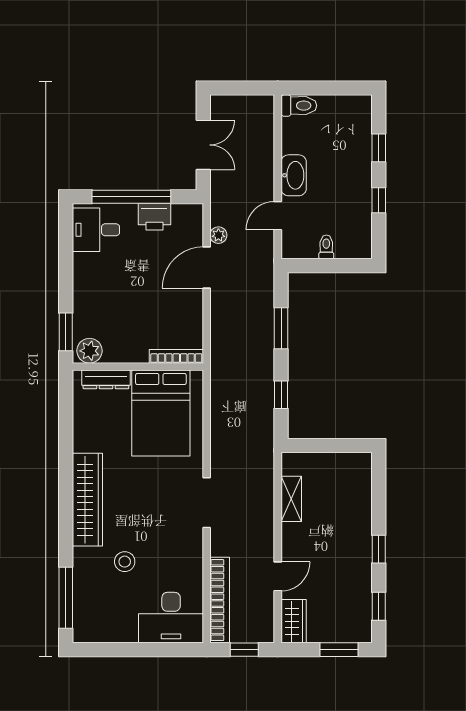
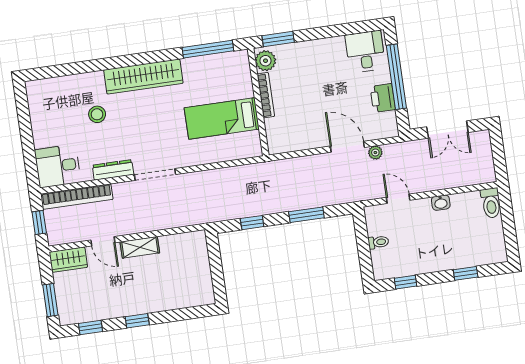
washbasin: (294, 175) -> (441, 203), width x0.52, depth x0.69
window: (379, 200) -> (405, 282), moved
bookcase: (176, 356) -> (266, 95), moved
dresser: (106, 379) -> (113, 170), moved, turned 90
bed: (161, 413) -> (222, 119), width x0.67
shelving: (291, 499) -> (140, 247), moved
window: (66, 598) -> (208, 49), moved
desk: (171, 618) -> (58, 166), width x0.73

